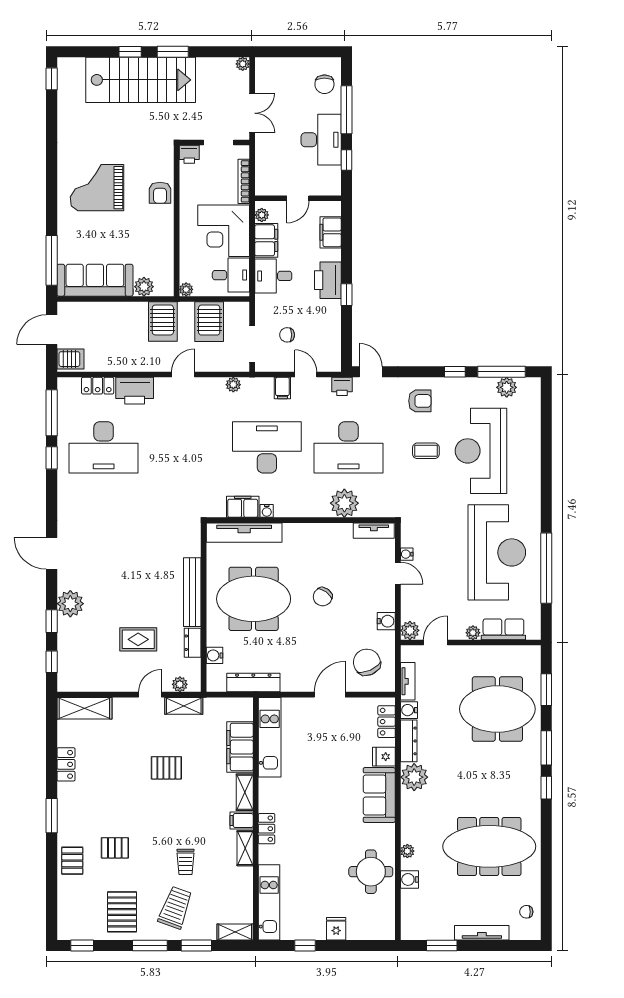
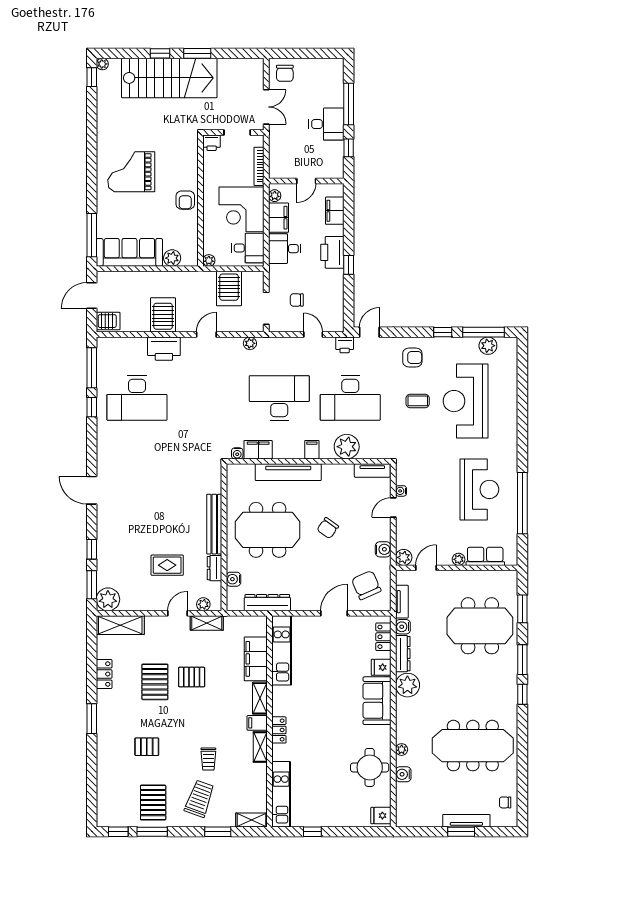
plant: (243, 64) -> (102, 64), moved
chair: (324, 84) -> (285, 73), moved
desk: (321, 140) -> (326, 124), width x0.73
armchair: (160, 193) -> (185, 200), moved
server rack: (163, 322) -> (163, 315), moved, turned 180
door: (371, 372) -> (369, 332), hinge flipped
locker: (98, 386) -> (132, 344), removed
filing cabinet: (282, 388) -> (312, 450), moved, turned 180
water cooler: (267, 511) -> (237, 453), moved
tv unit: (244, 533) -> (288, 472), moved
reception desk: (497, 552) -> (479, 489), width x0.74, depth x0.77
door: (398, 573) -> (393, 507), swing flipped
plant: (70, 604) -> (108, 599), moved
window: (52, 662) -> (92, 585), width x1.50
pallet: (72, 861) -> (155, 682), moved, width x1.50, depth x1.42
fridge: (336, 929) -> (381, 816), moved, turned -90
window: (150, 946) -> (152, 832), moved
window: (442, 946) -> (461, 832), moved

